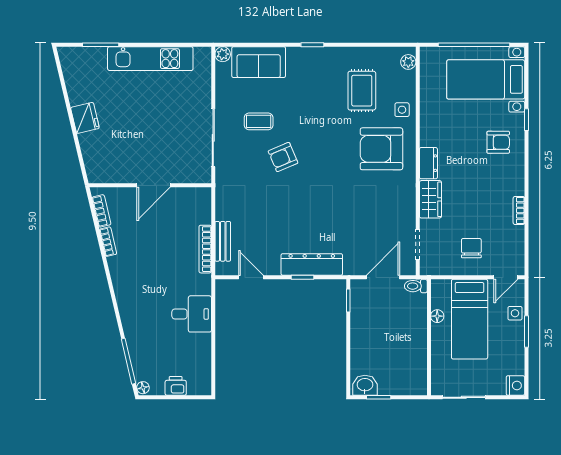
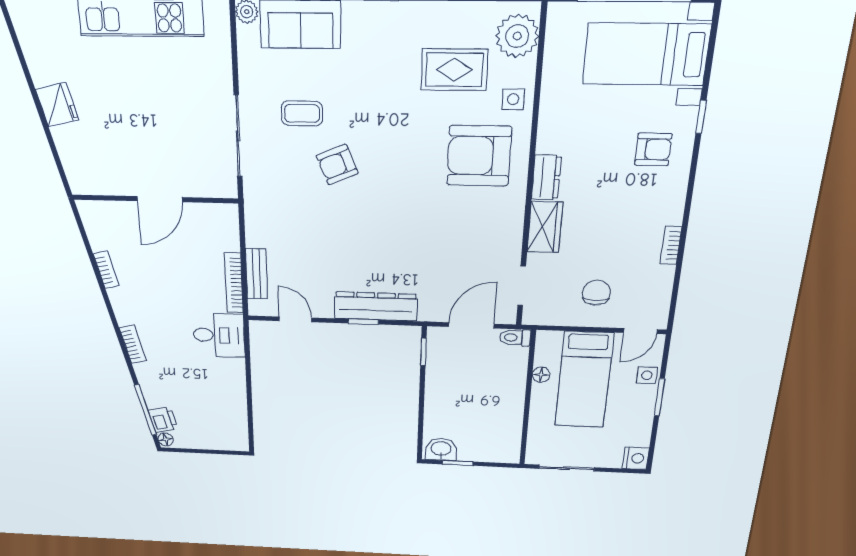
plant: (408, 62) -> (517, 36), width x1.88, depth x1.88
rug: (362, 91) -> (454, 70), turned 90
bookcase: (101, 211) -> (133, 344), moved
desk: (192, 314) -> (219, 335), moved
printer: (176, 386) -> (163, 420), moved, turned 77

